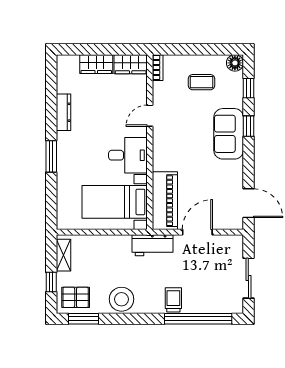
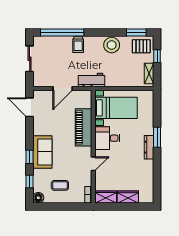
dresser: (64, 112) -> (149, 147), moved
piano: (165, 201) -> (84, 127), moved

